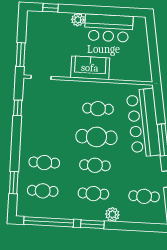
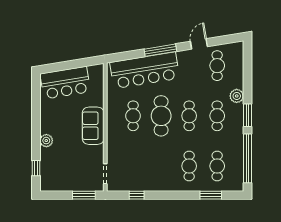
bar counter: (109, 28) -> (65, 83), moved, turned 81

